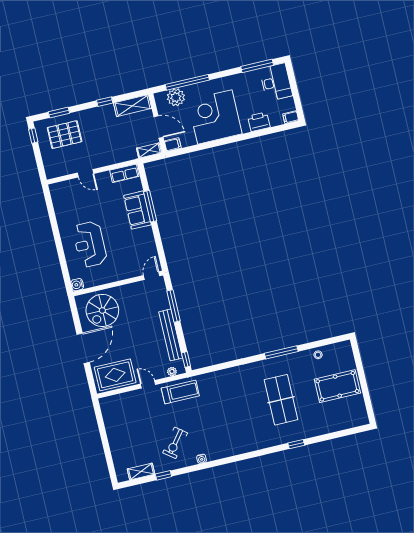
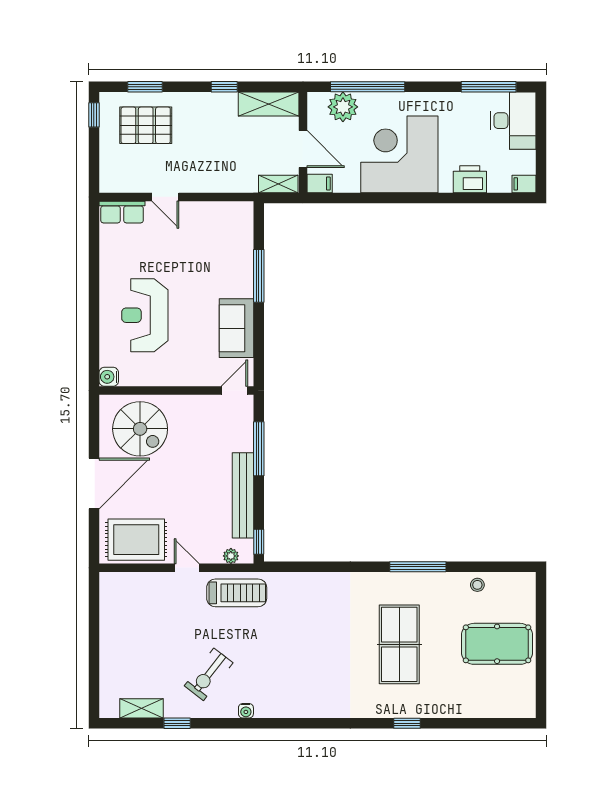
row of seats: (124, 173) -> (122, 212), moved
sofa: (137, 210) -> (236, 328), moved
spiral stairs: (102, 310) -> (140, 429), turned -90

